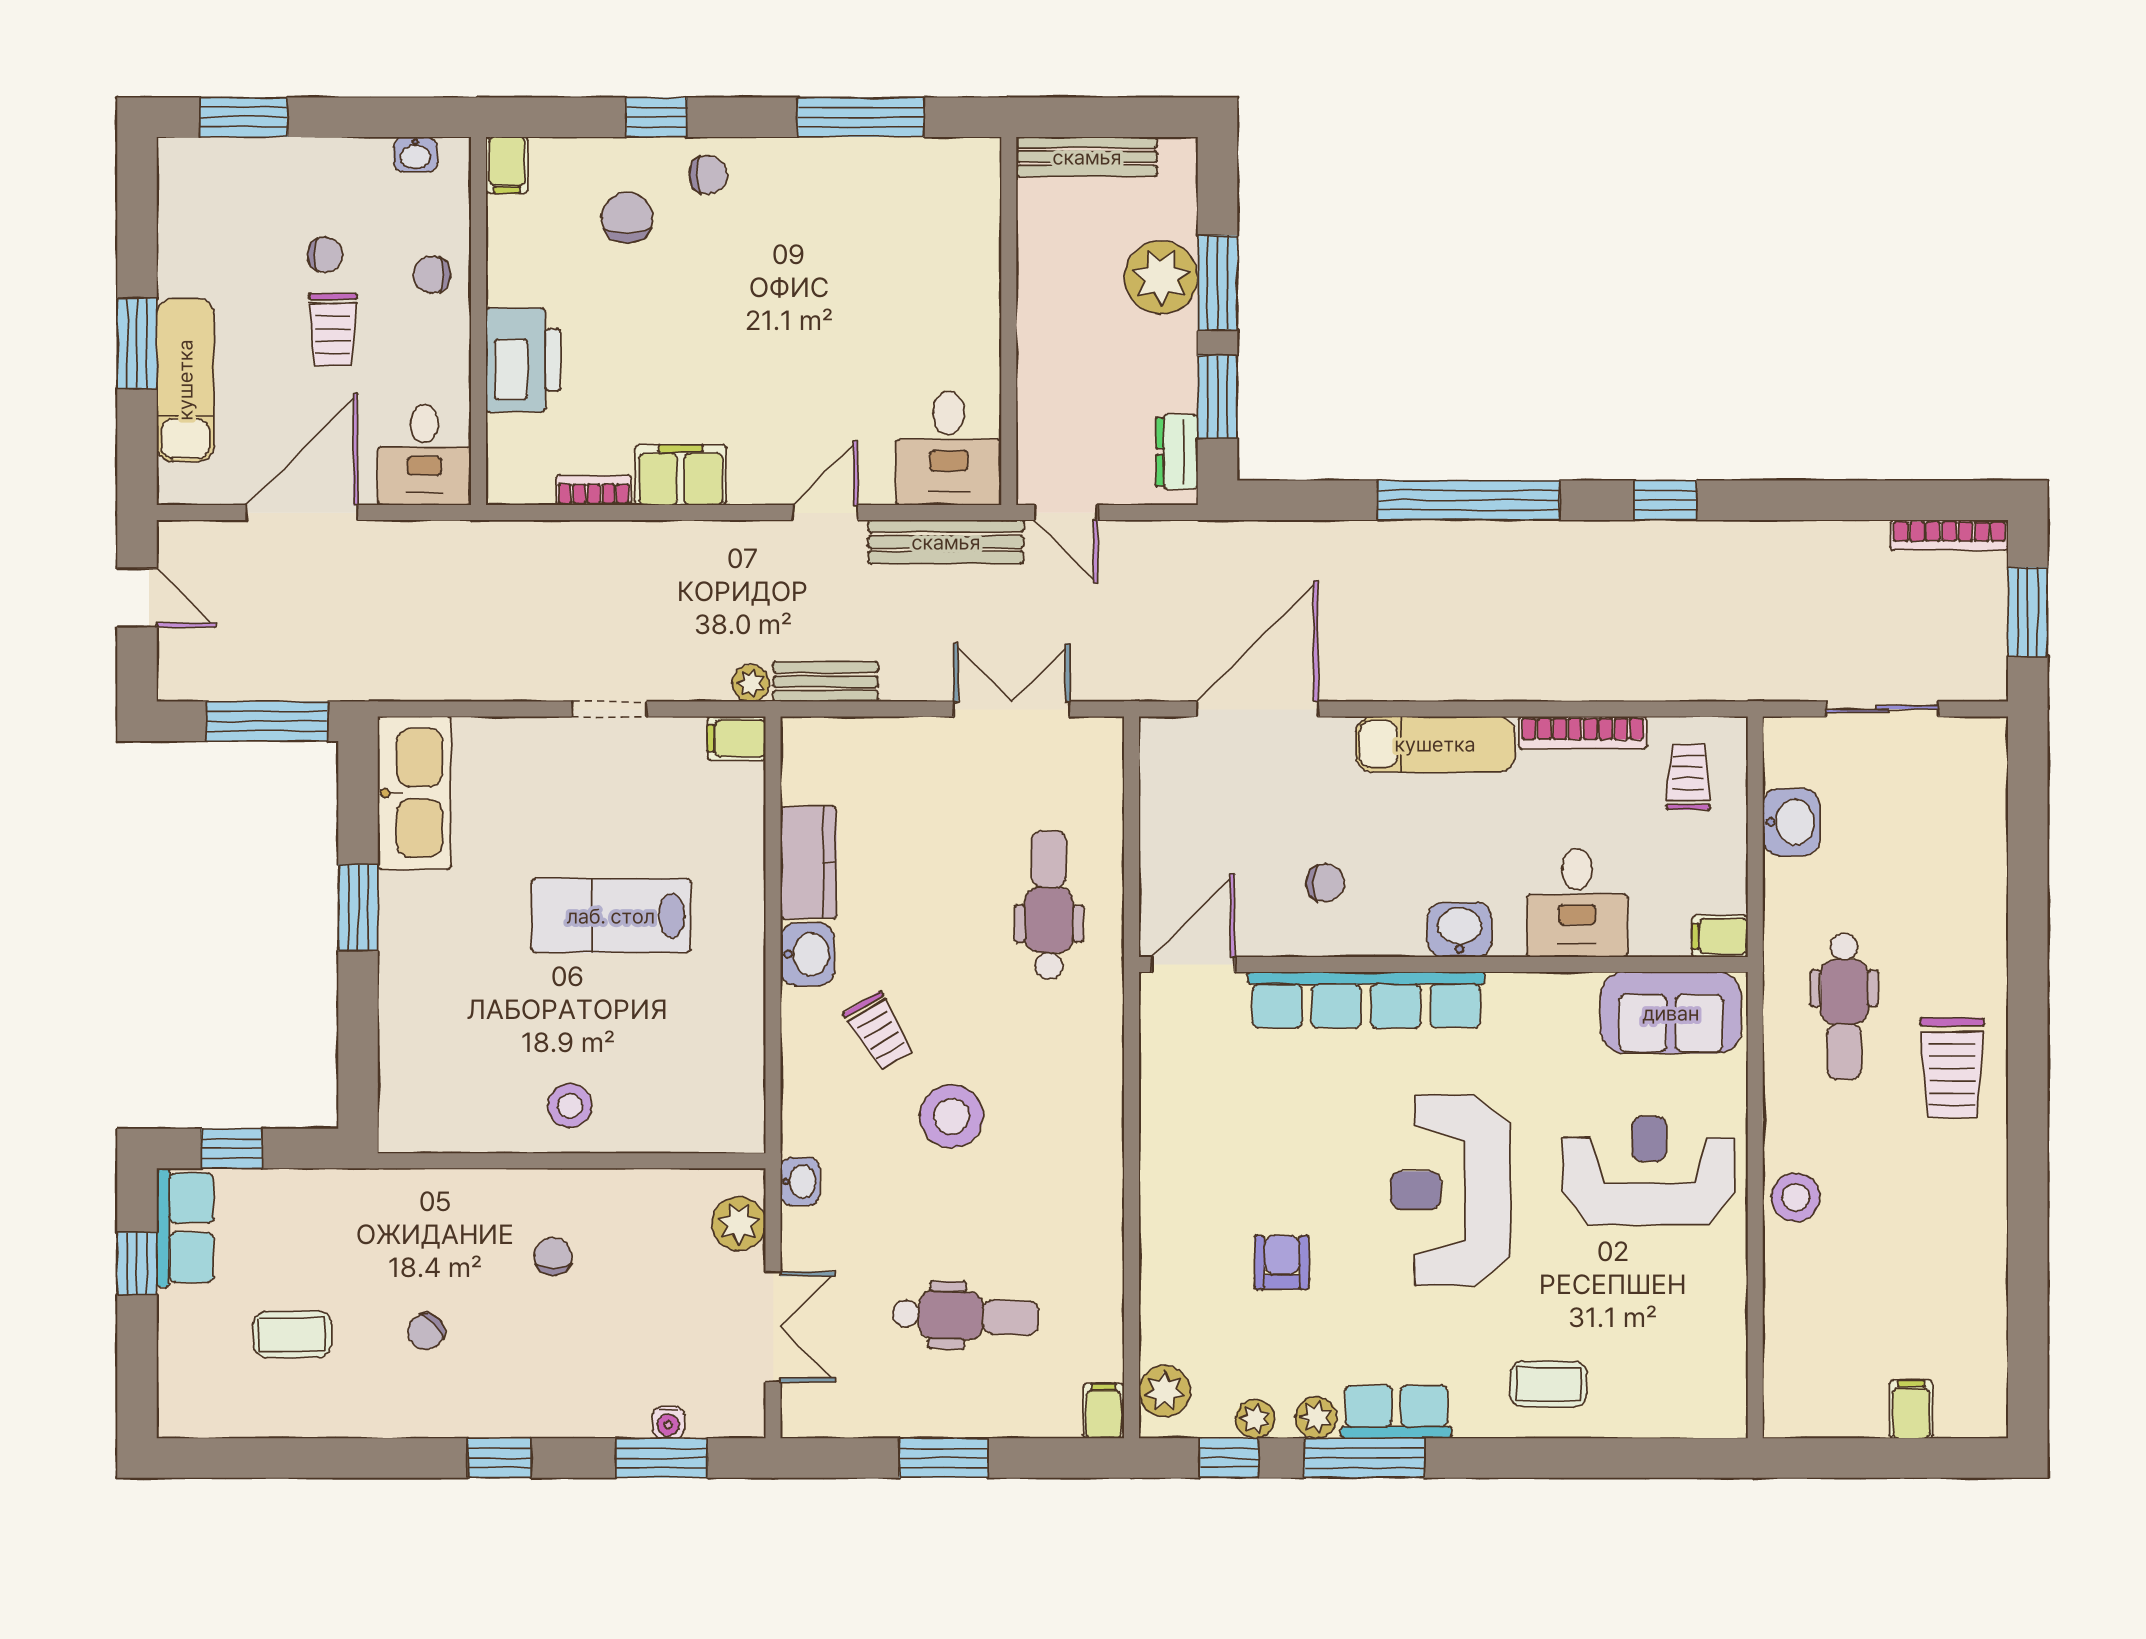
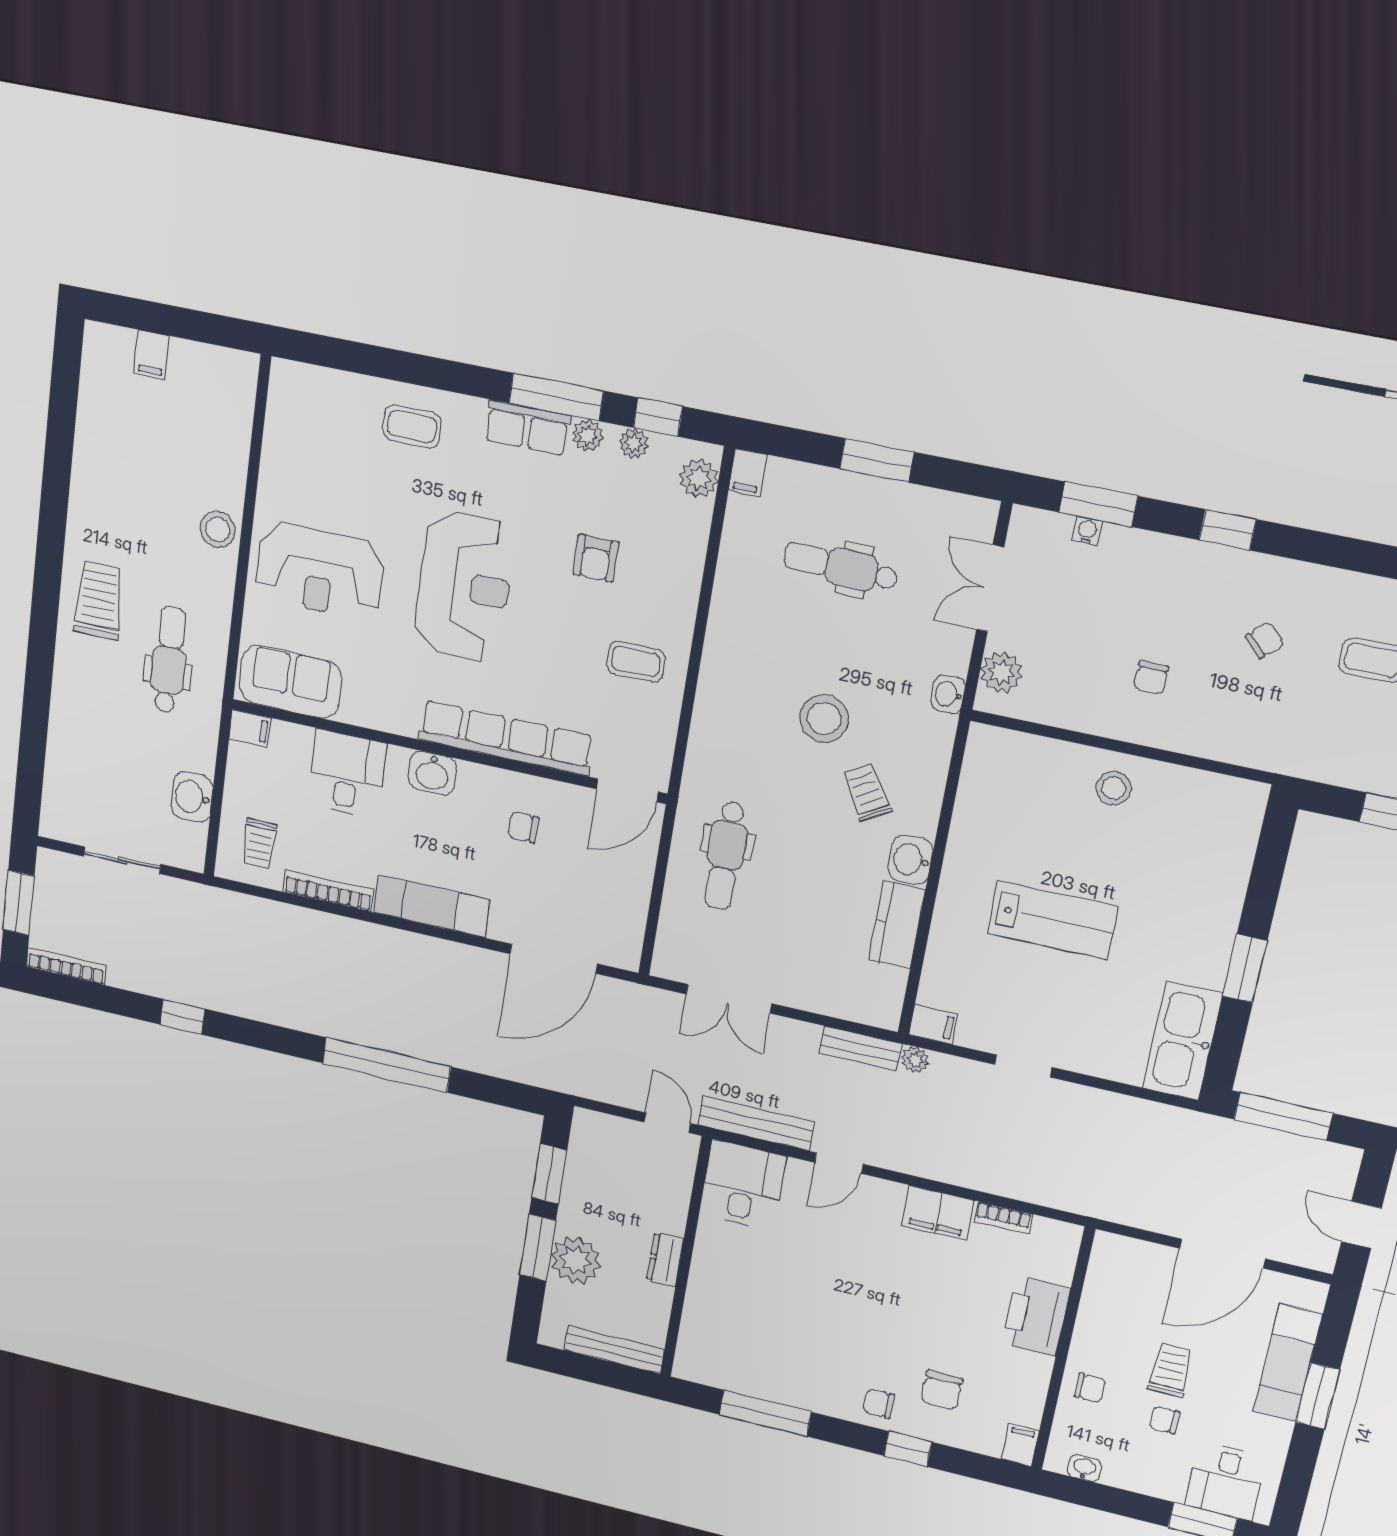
dresser: (1177, 452) -> (665, 1260), moved, turned 180
desk: (424, 455) -> (1225, 1481), moved, turned 180
window: (1666, 500) -> (182, 1017), moved
coffee table: (1208, 1138) -> (636, 662), added

